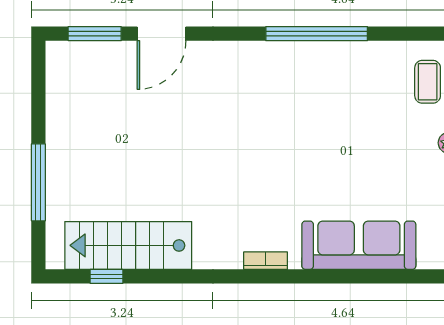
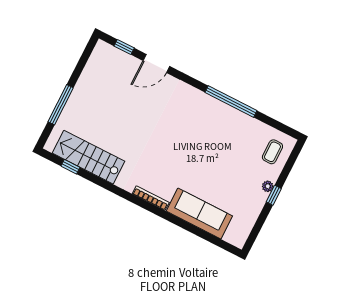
window: (95, 34) -> (124, 47), width x0.67
bookcase: (266, 261) -> (151, 198), width x1.56

